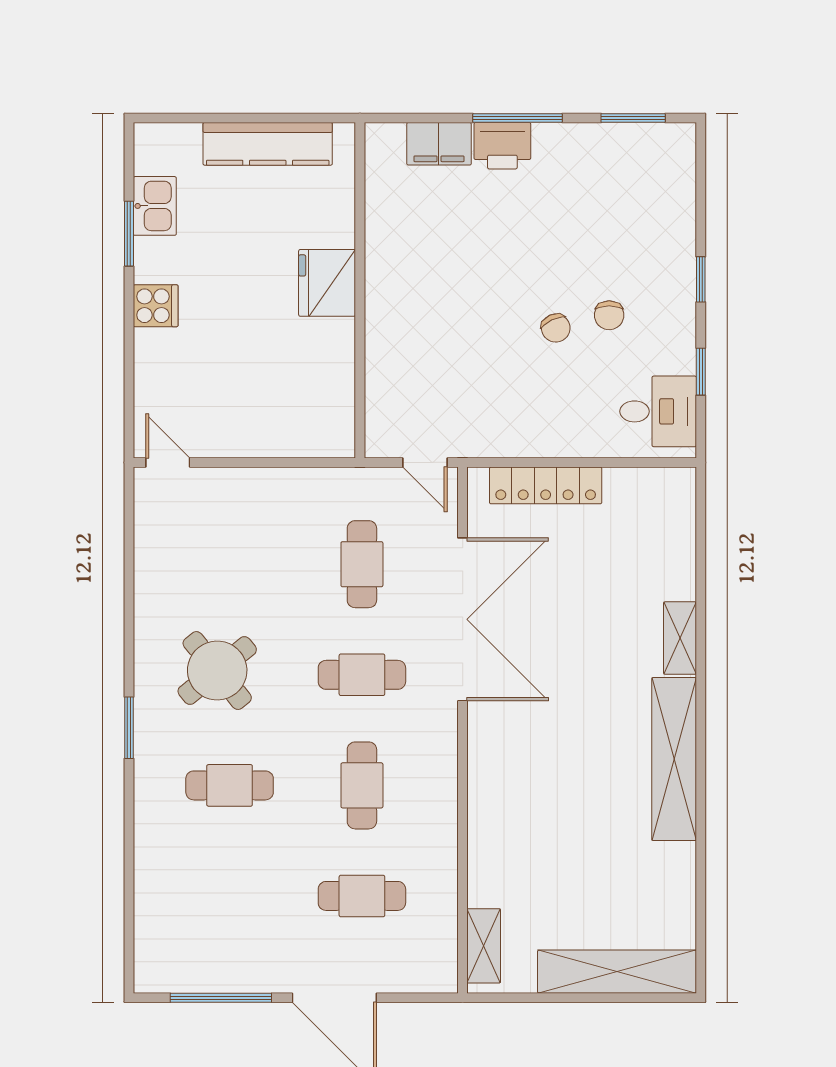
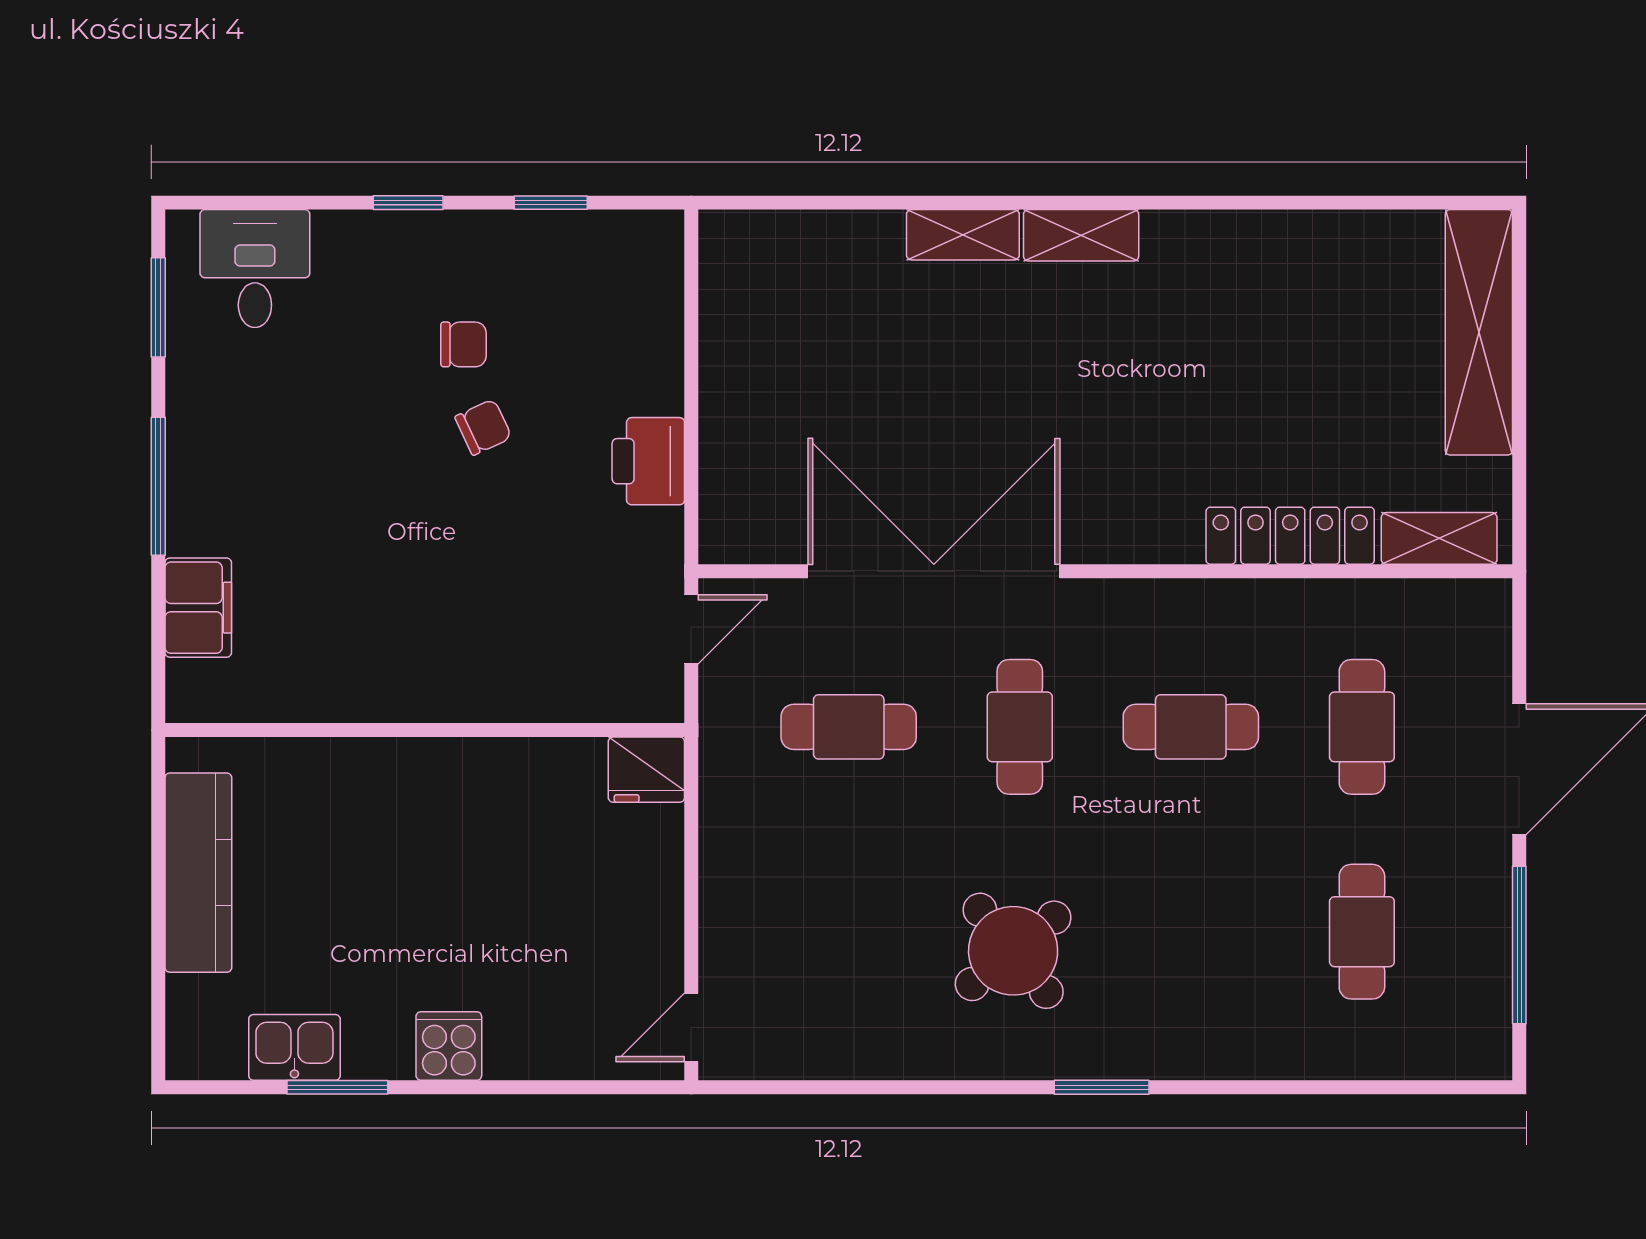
printer: (502, 146) -> (648, 461), moved, turned 180
fridge: (327, 283) -> (646, 770), moved, width x0.73, depth x0.75
desk: (658, 411) -> (255, 269), moved
locker: (546, 485) -> (1290, 536), moved, turned -90
shelving: (674, 759) -> (1081, 235), width x0.45, depth x0.75
cafe table: (230, 785) -> (1362, 932), moved

